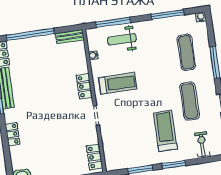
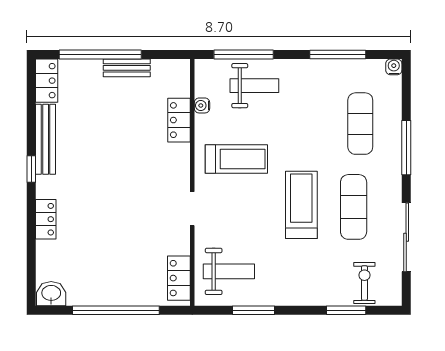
bench: (70, 37) -> (127, 68), moved
weight bench: (122, 39) -> (254, 86), turned 180
locker: (84, 86) -> (179, 120), moved
treadmill: (165, 131) -> (301, 205), moved
weight bench: (123, 149) -> (229, 271), added
window: (174, 164) -> (346, 310), moved

